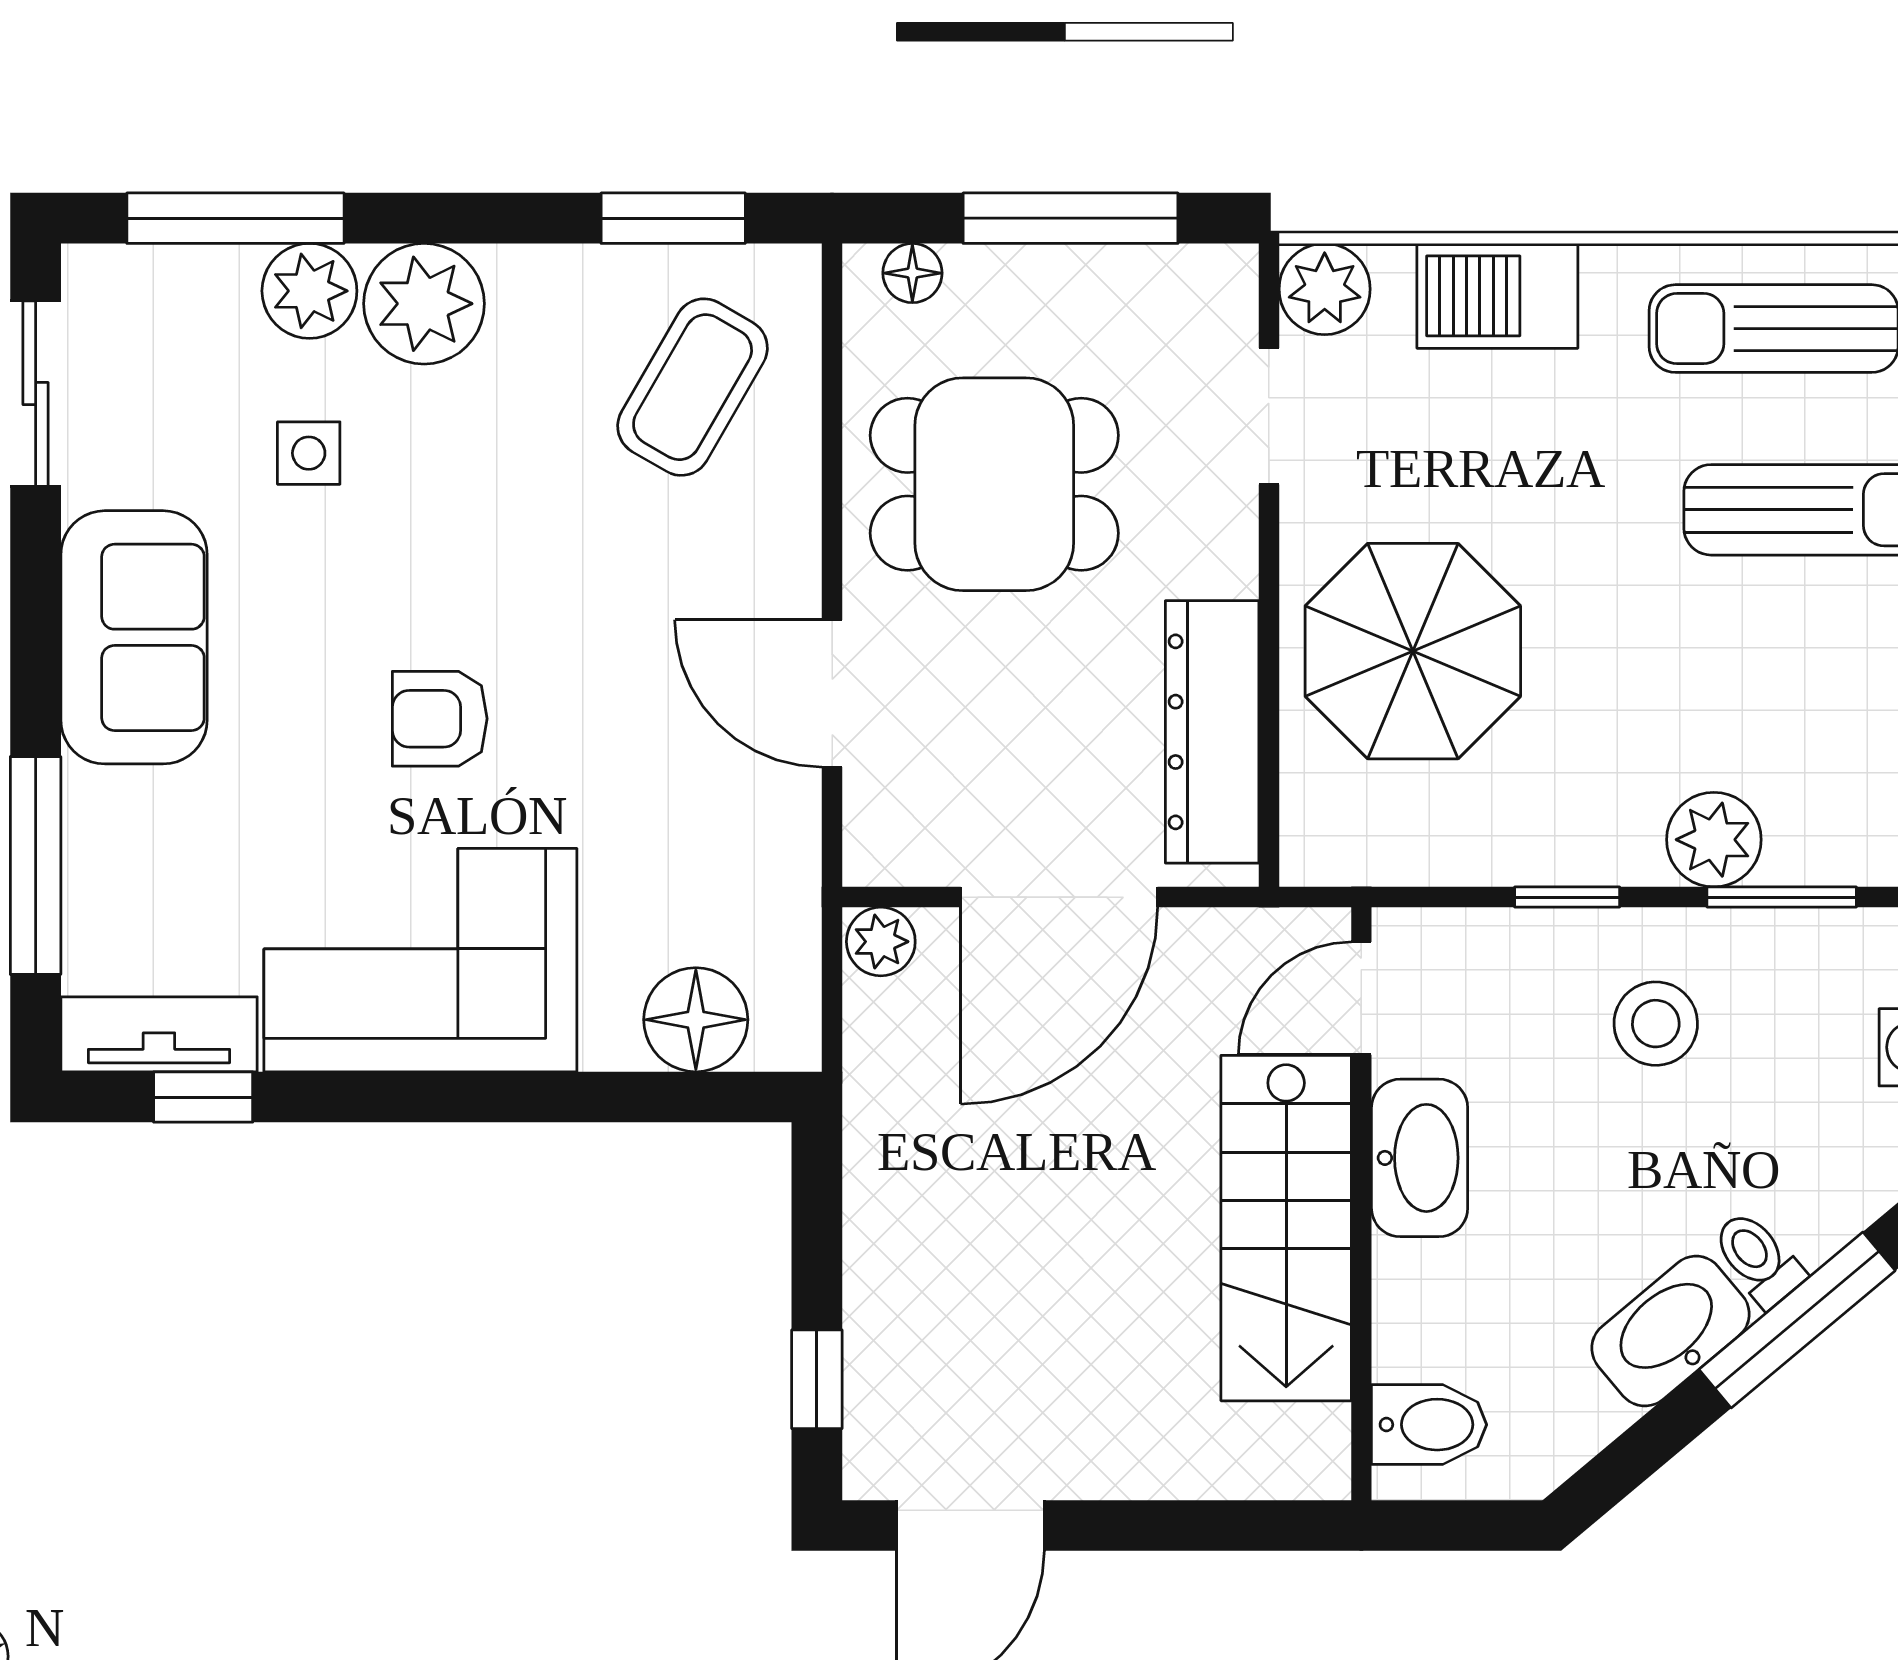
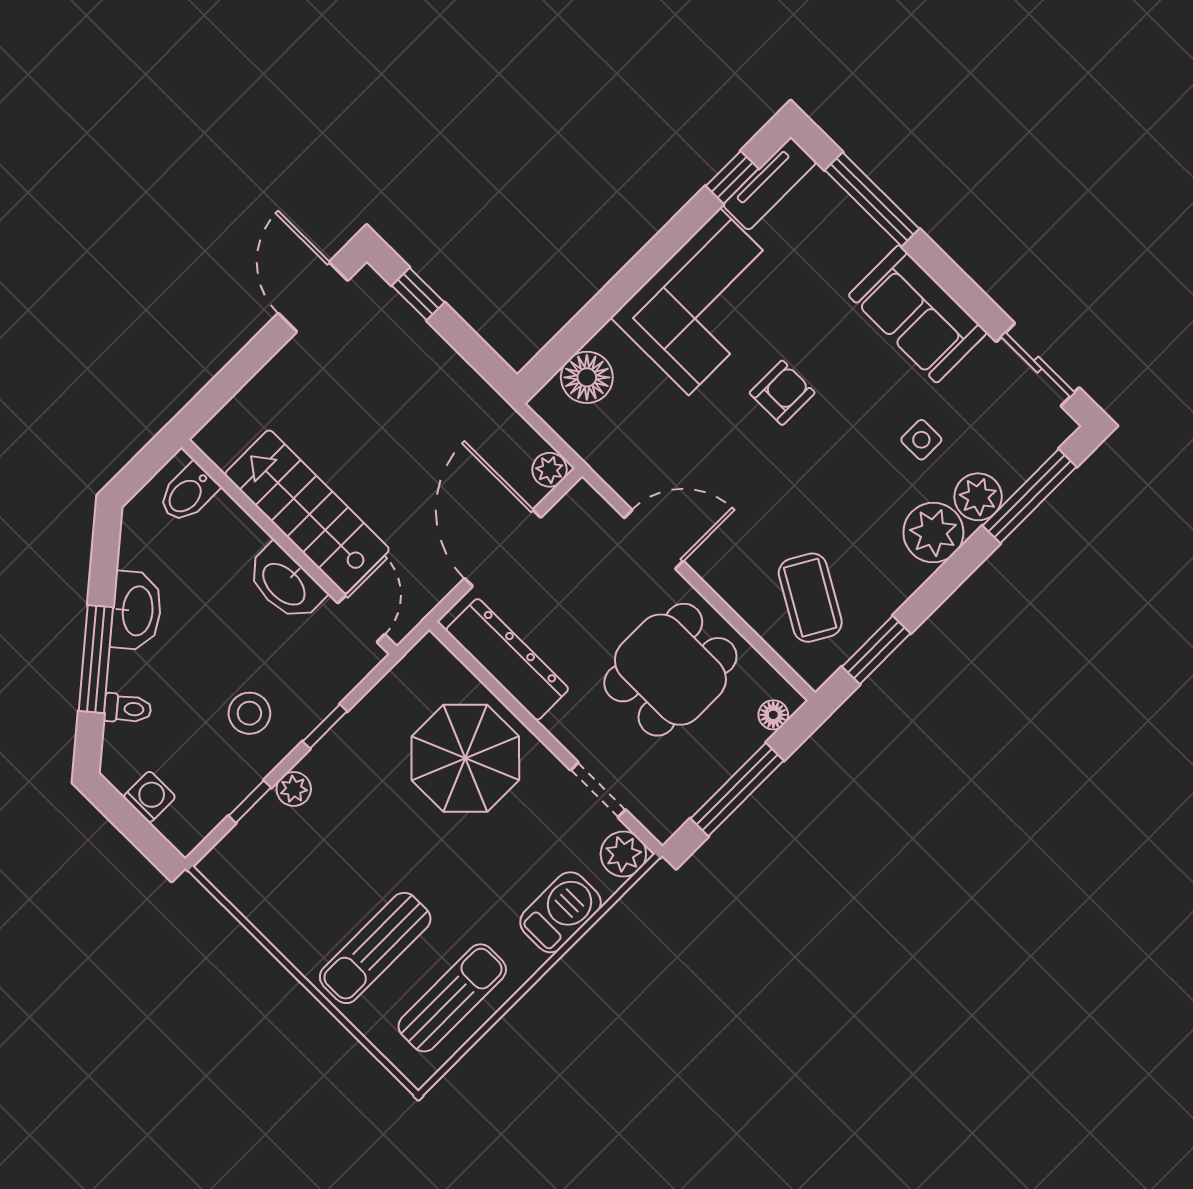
plant: (1714, 840) -> (294, 789), width x0.73, depth x0.73
window: (1782, 897) -> (250, 802), width x0.67
toilet: (1758, 1259) -> (127, 709), moved

